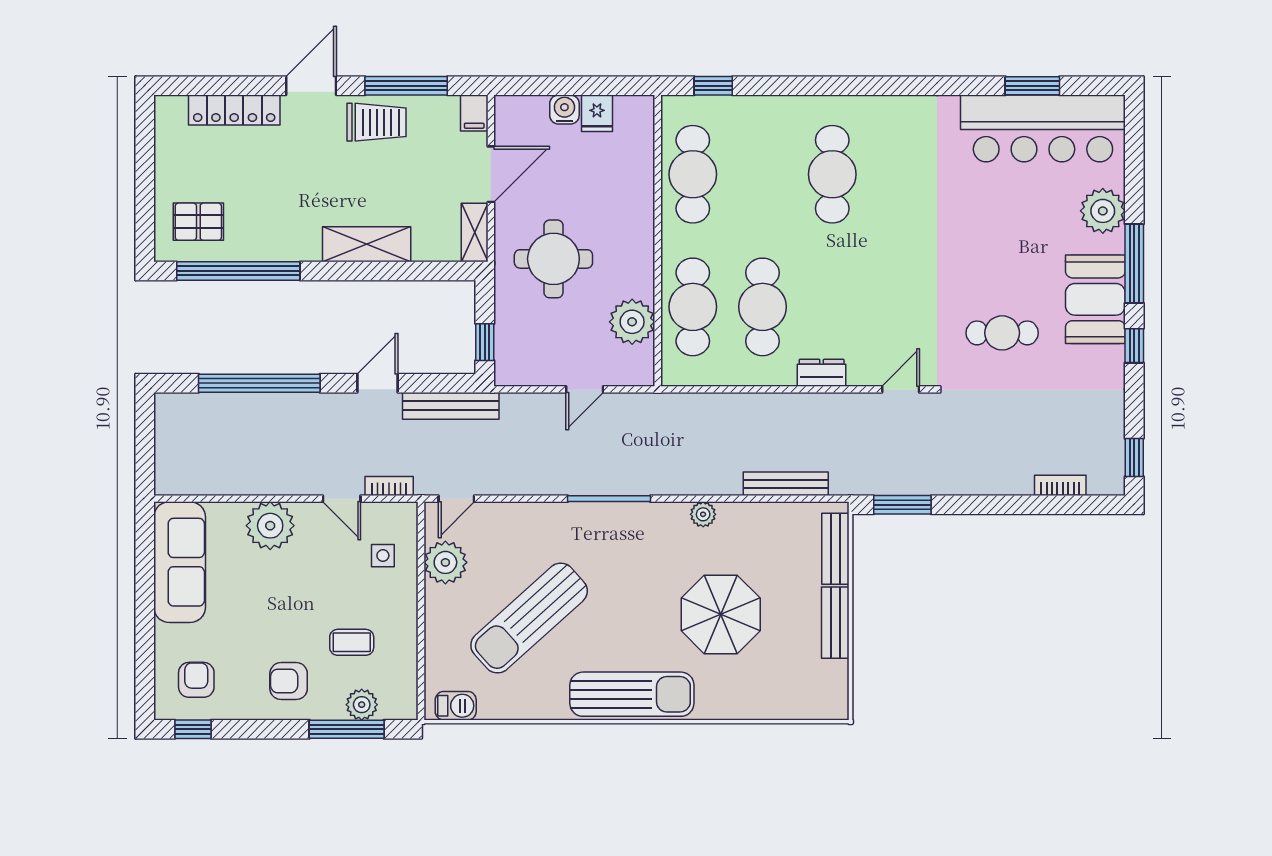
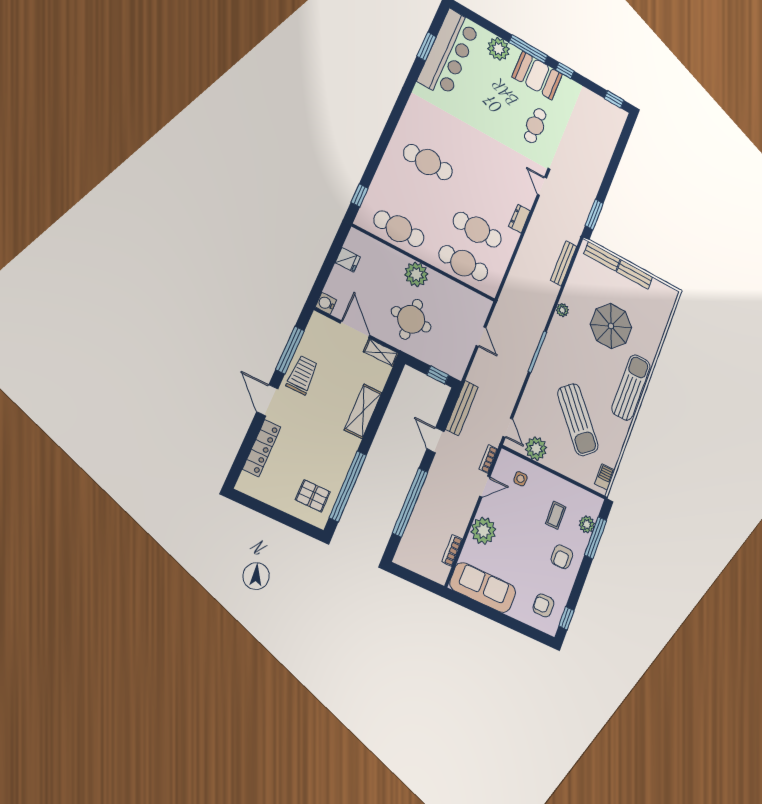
water cooler: (564, 110) -> (326, 303), moved
filing cabinet: (474, 113) -> (320, 322), removed
pallet: (198, 222) -> (313, 496), turned 90
plant: (632, 322) -> (416, 274), moved
bookcase: (1060, 485) -> (452, 551), moved

